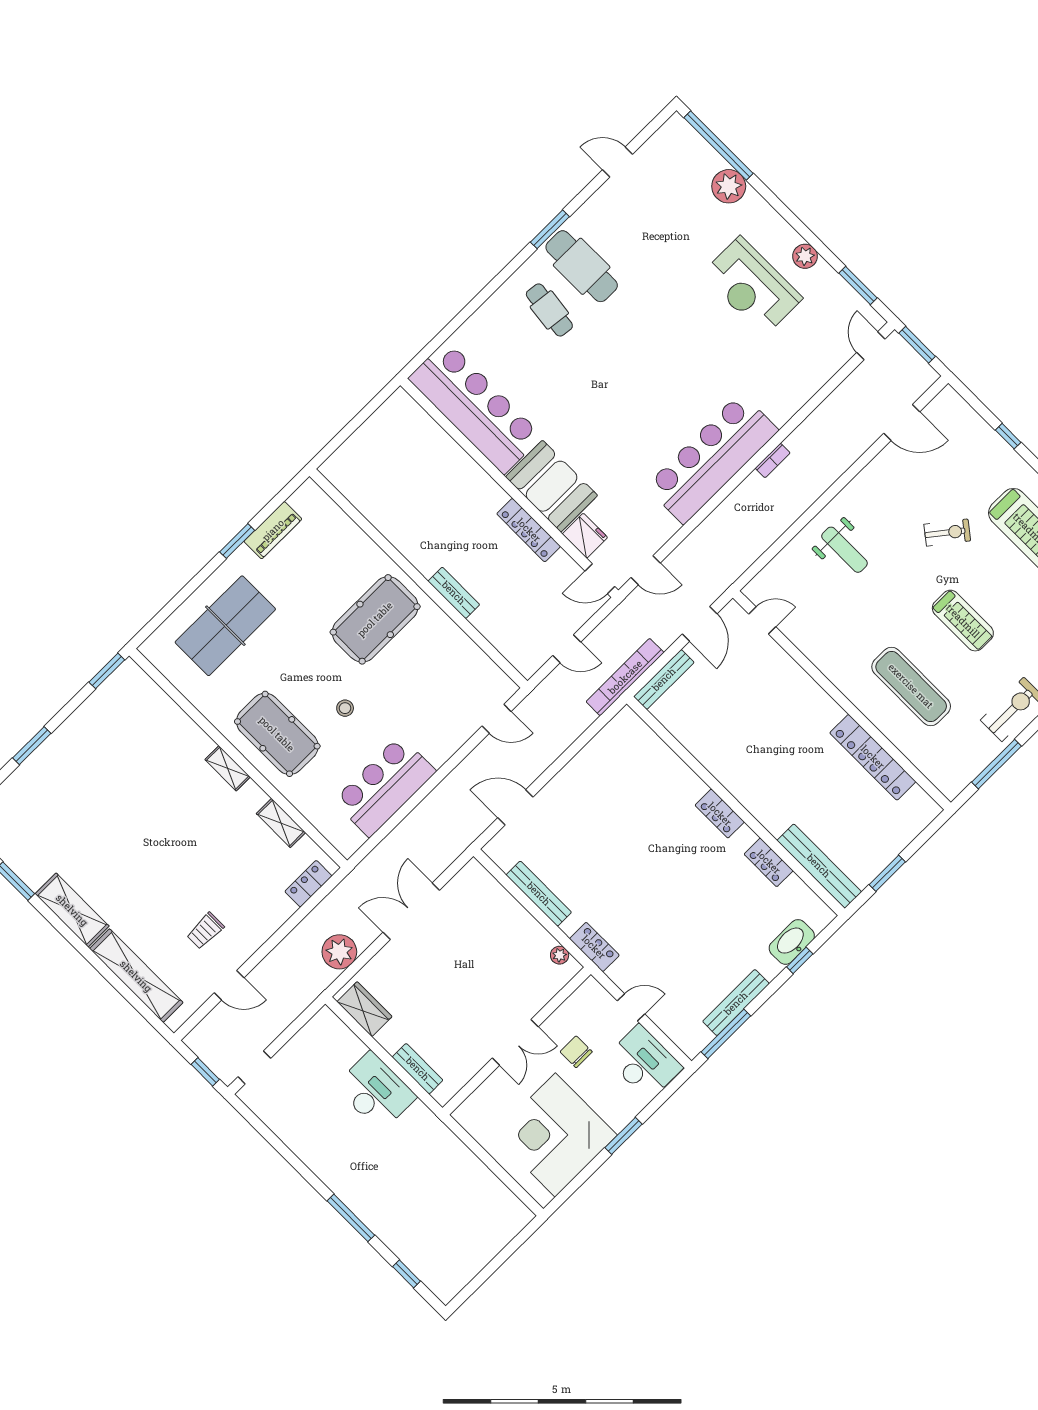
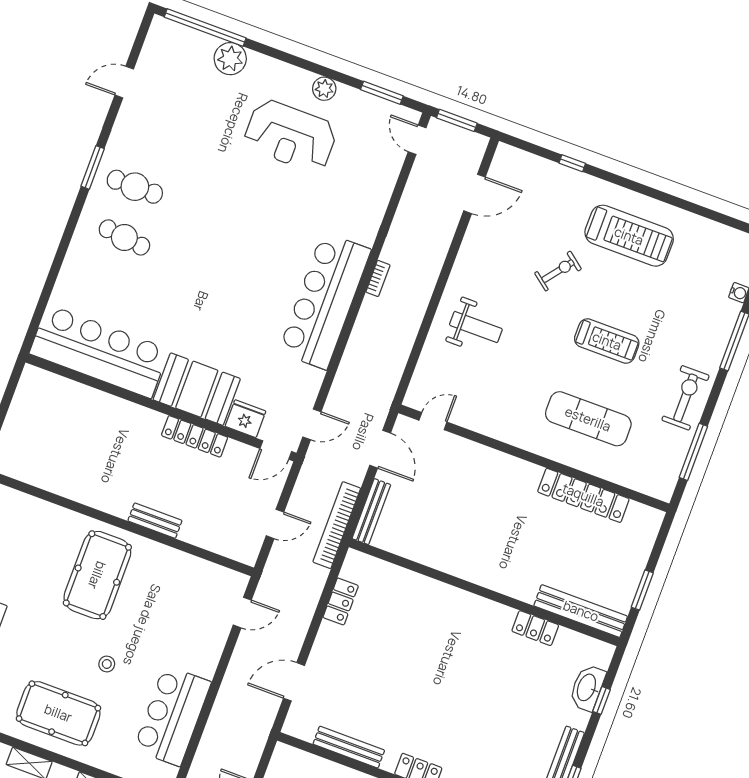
cafe table: (582, 266) -> (135, 187), width x0.73, depth x0.74
locker: (720, 814) -> (341, 601), moved, turned -90

